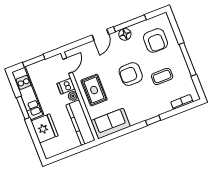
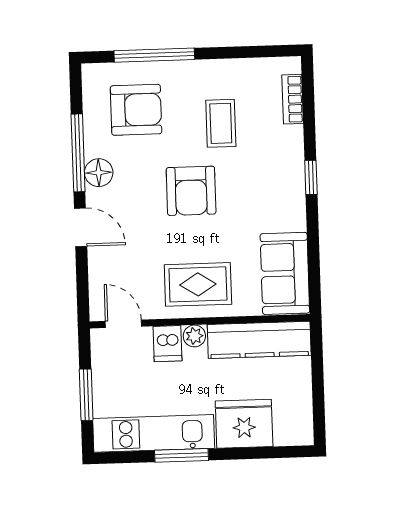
window: (188, 59) -> (154, 55), moved

